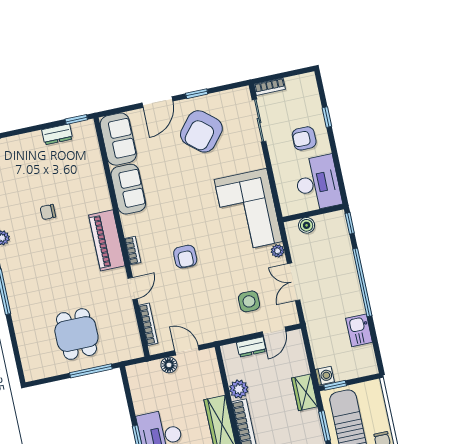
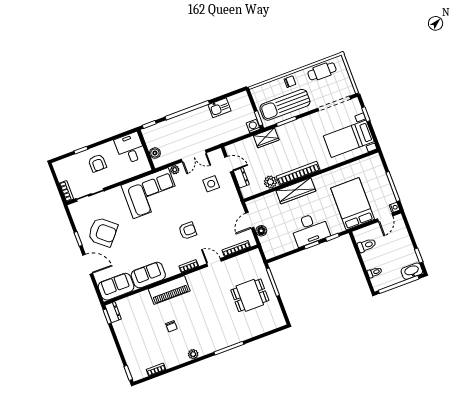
dresser: (57, 134) -> (113, 312), moved
desk: (318, 183) -> (130, 148), width x0.73
piano: (107, 240) -> (169, 290), moved

